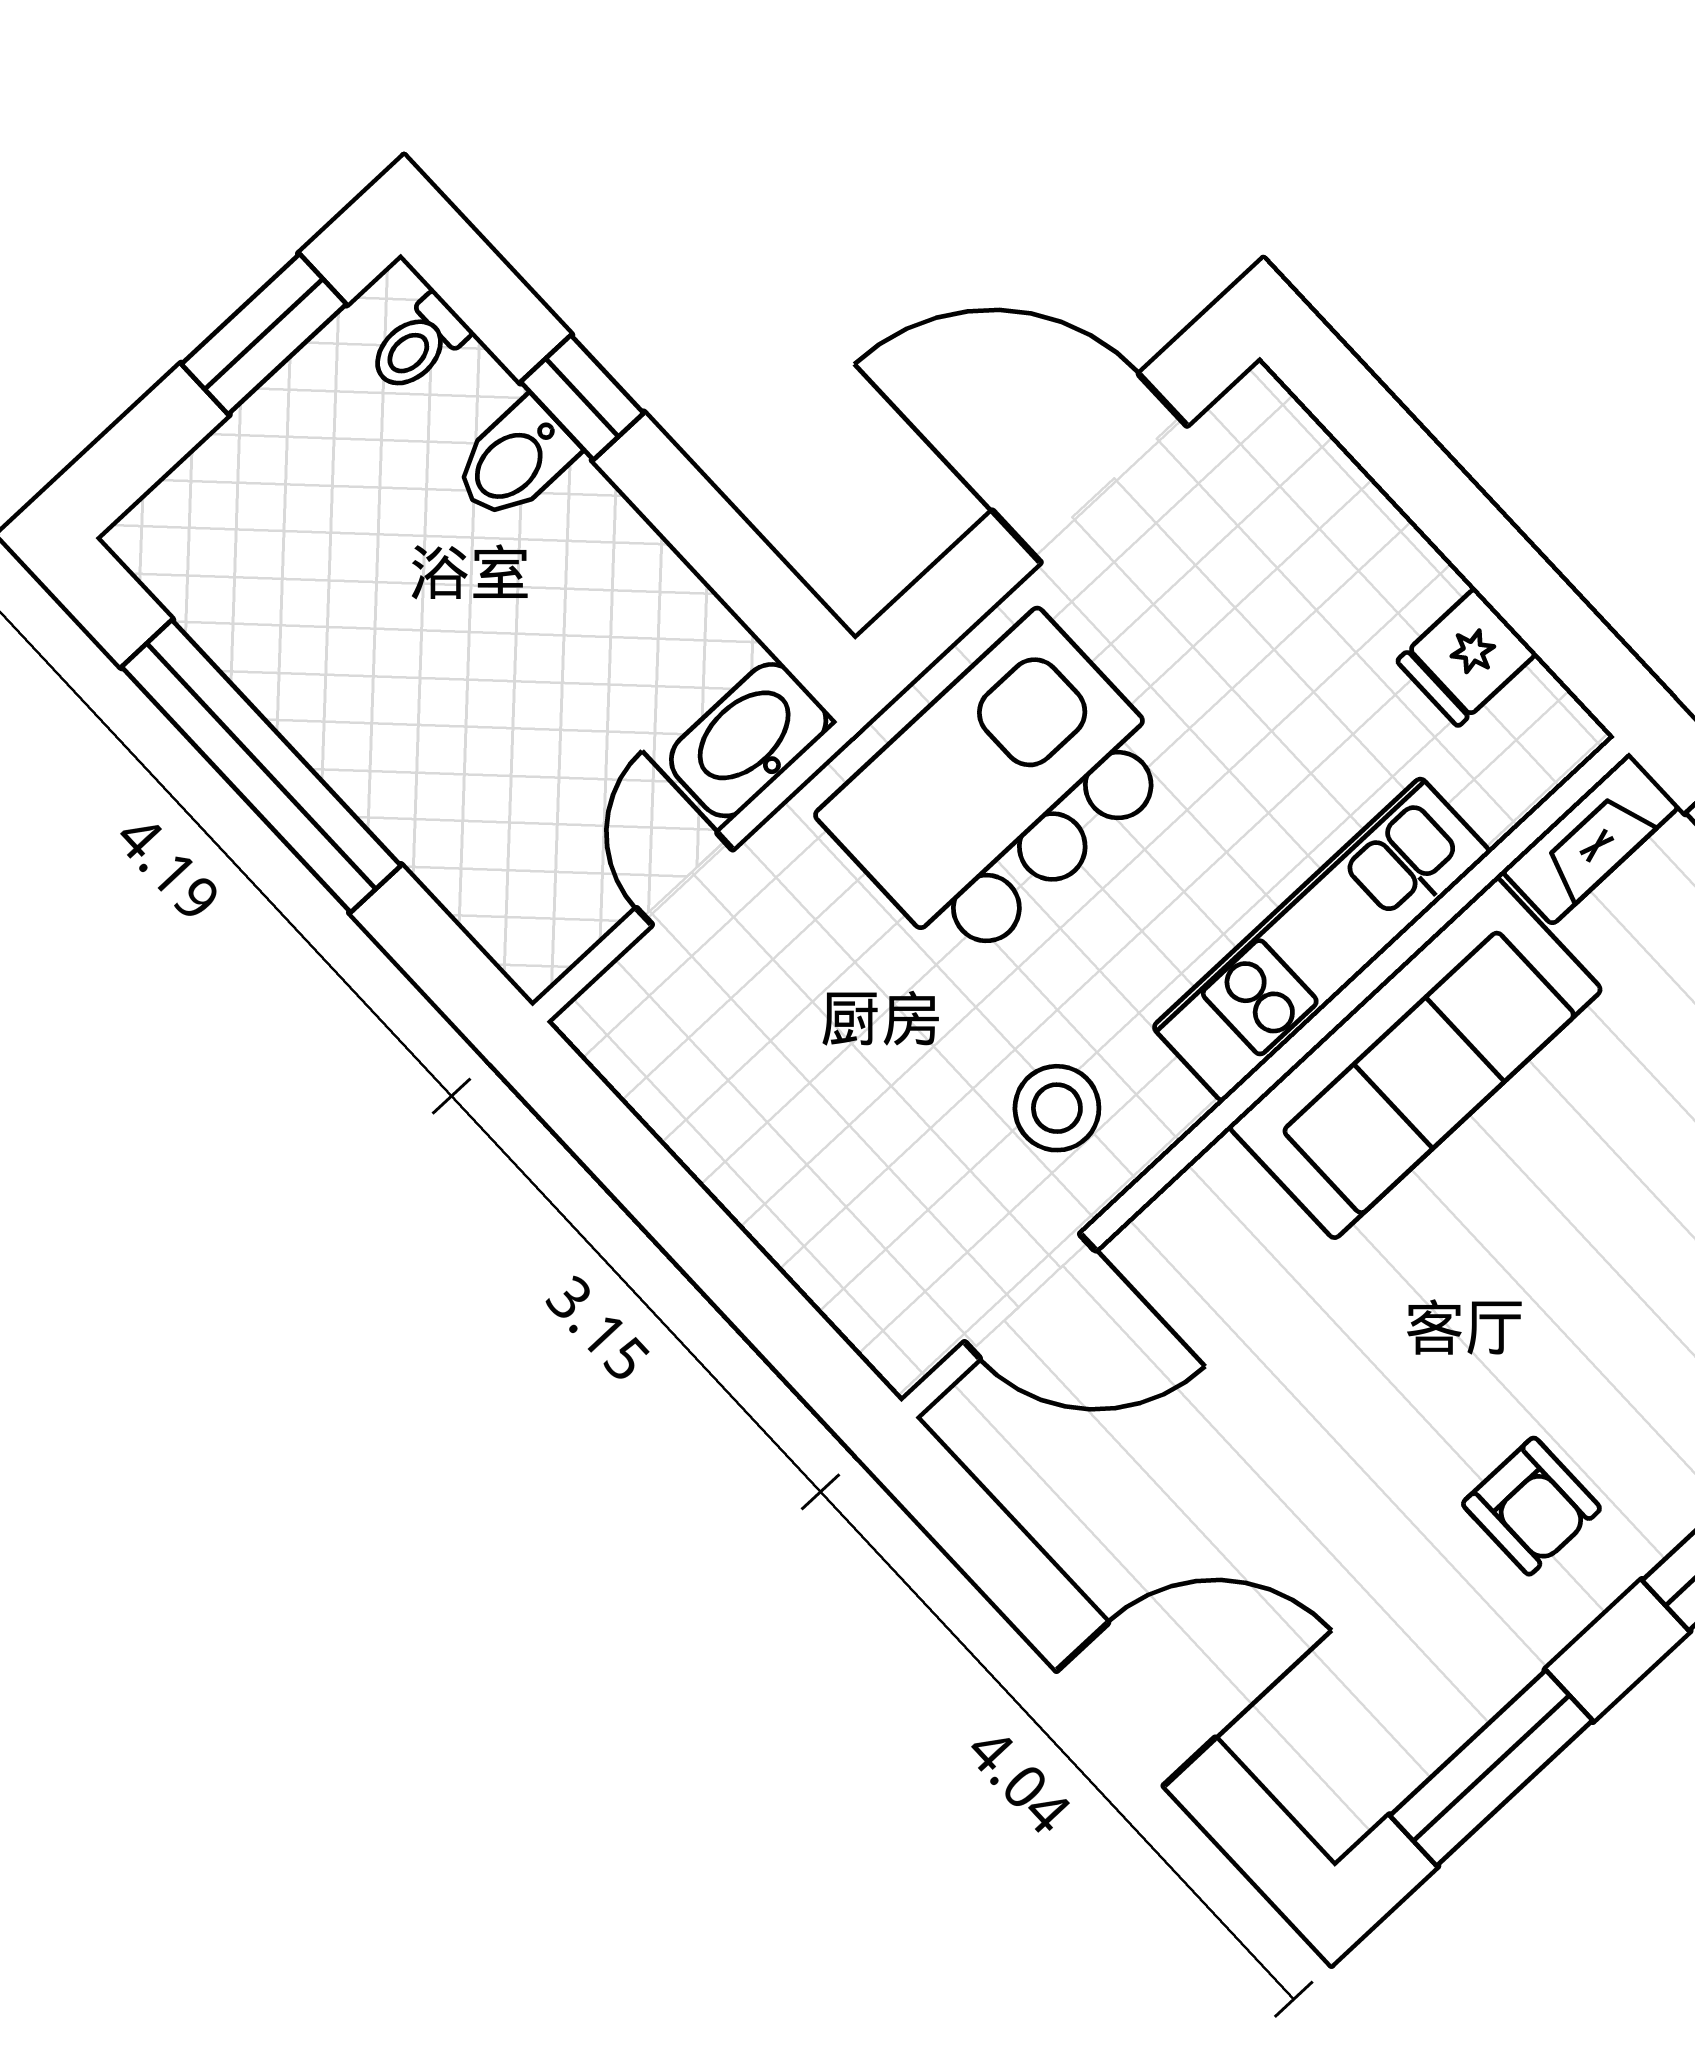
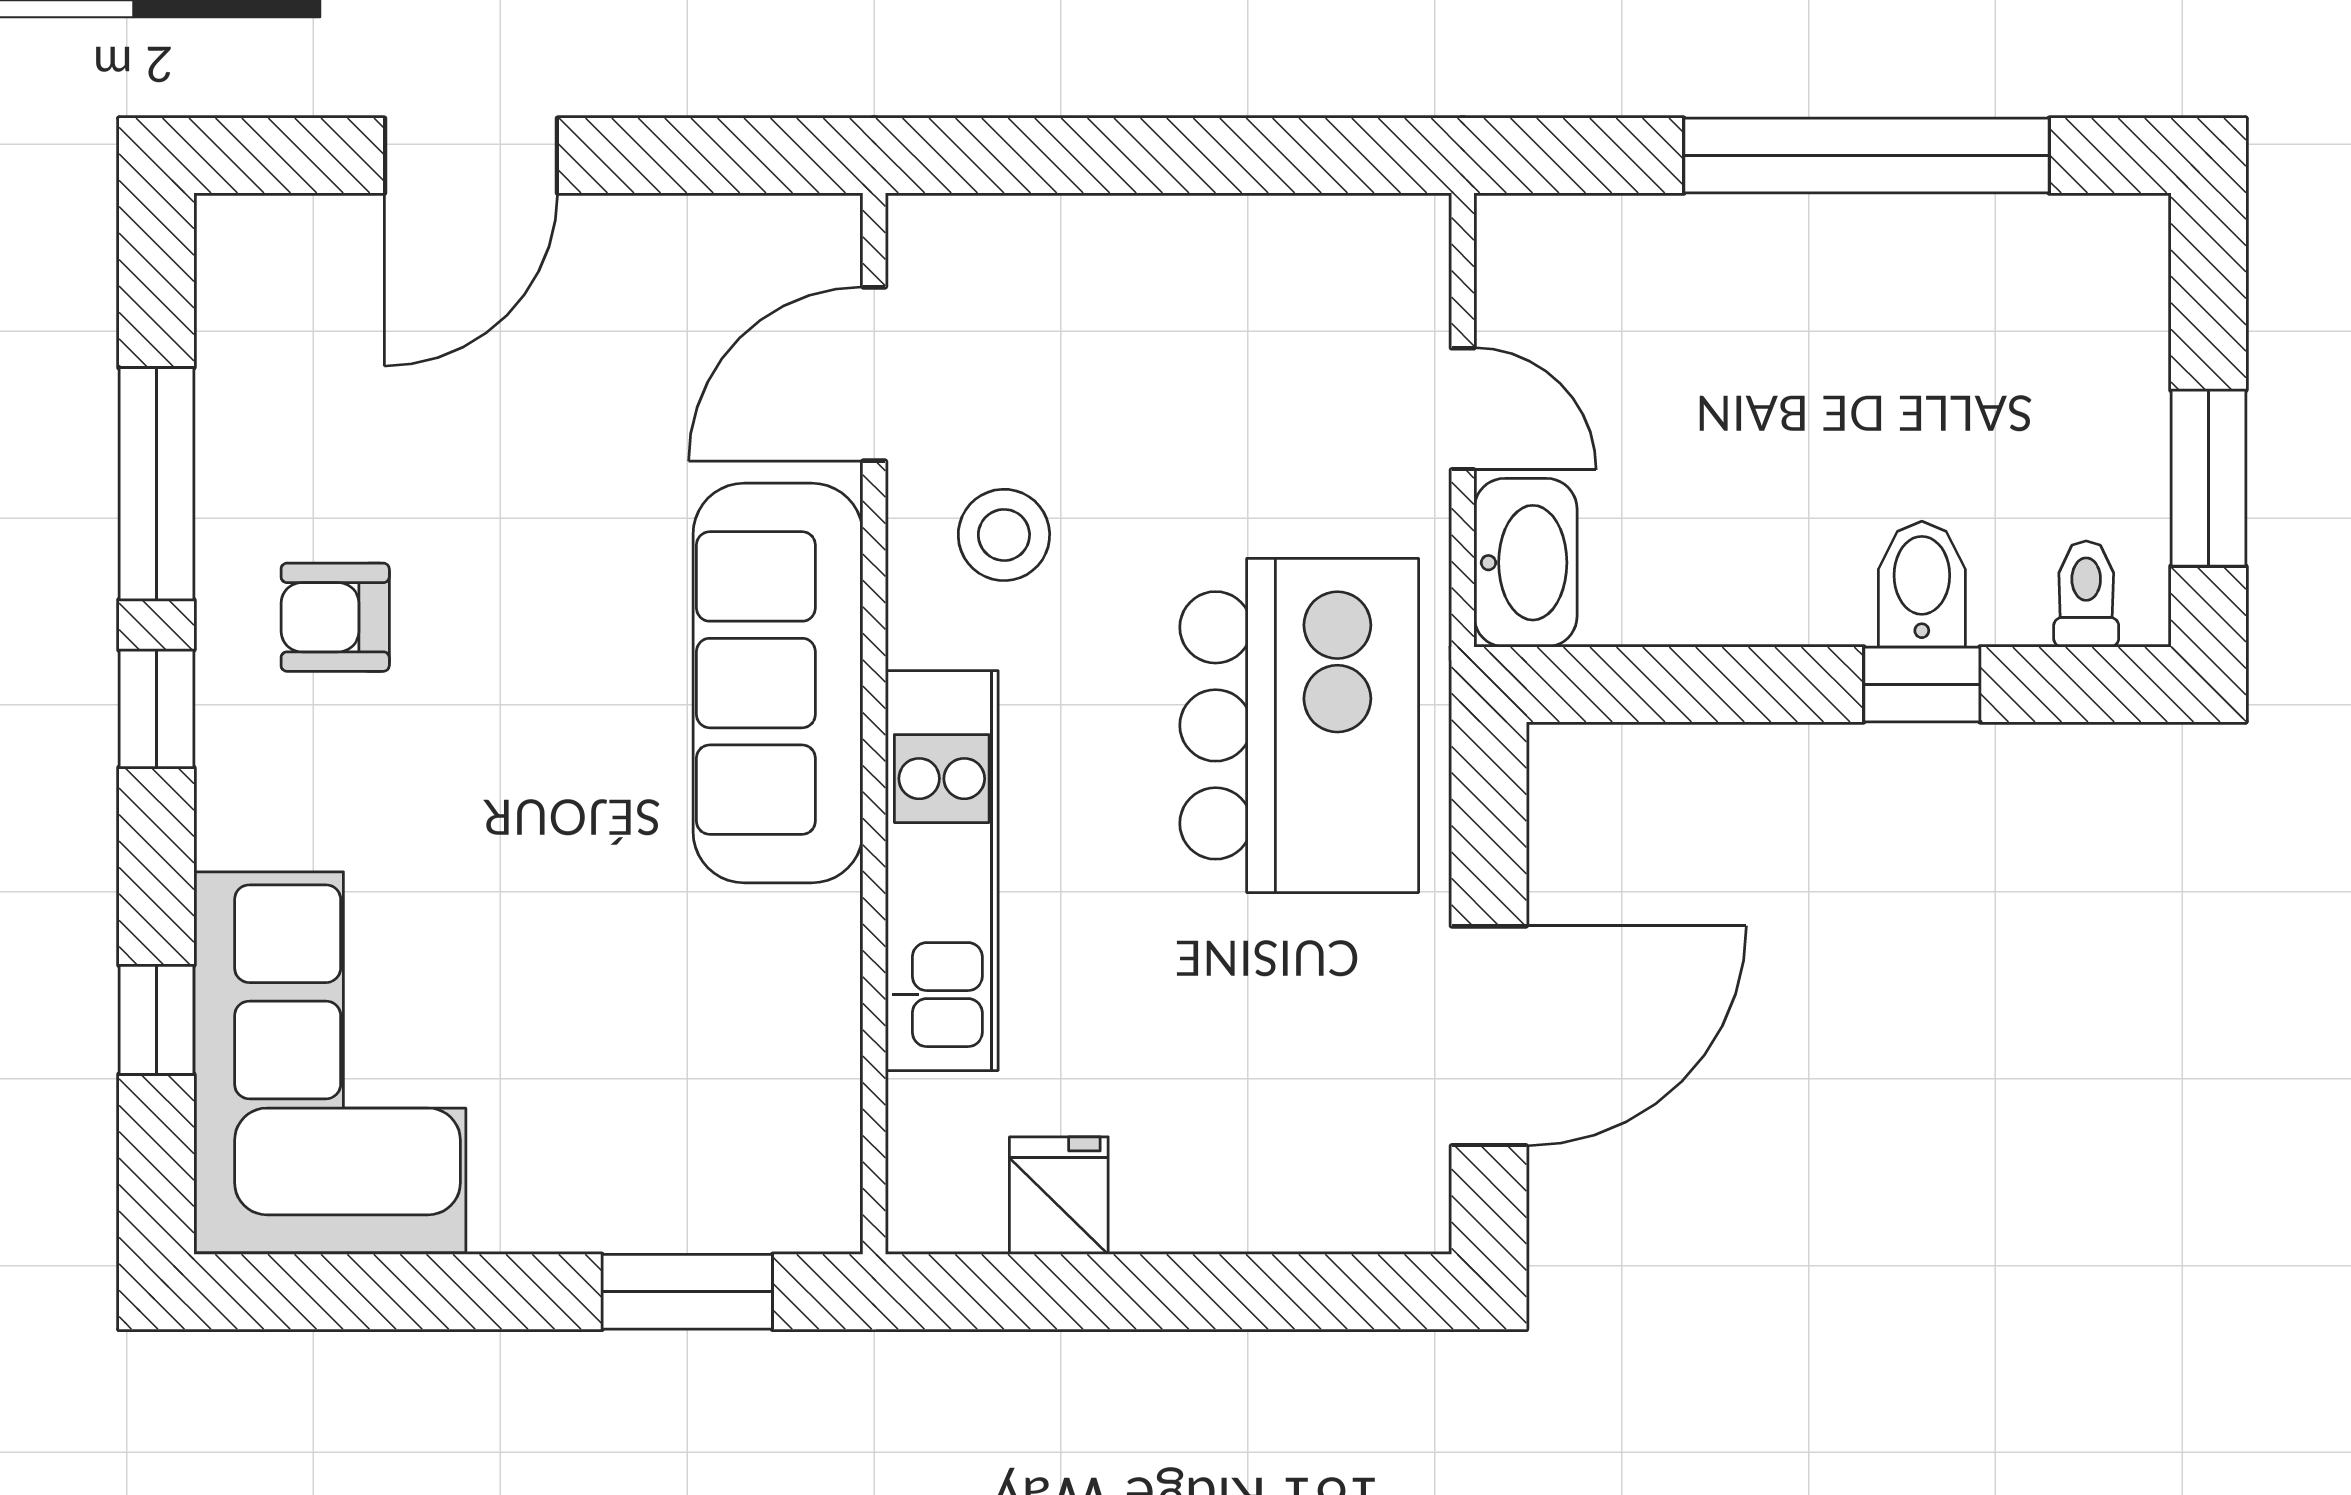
fireplace: (1591, 839) -> (822, 1159), removed
sofa: (1415, 1058) -> (778, 683), moved
window: (1491, 1768) -> (156, 484), moved

